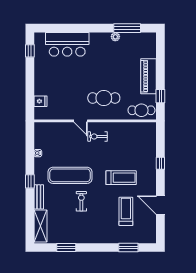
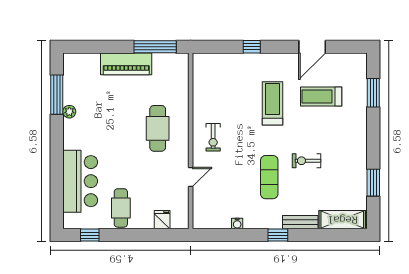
window: (160, 96) -> (155, 47), width x2.17
cafe table: (141, 110) -> (121, 208), moved
door: (81, 121) -> (191, 177), moved
exercise mat: (70, 175) -> (269, 177), width x0.73, depth x0.69

